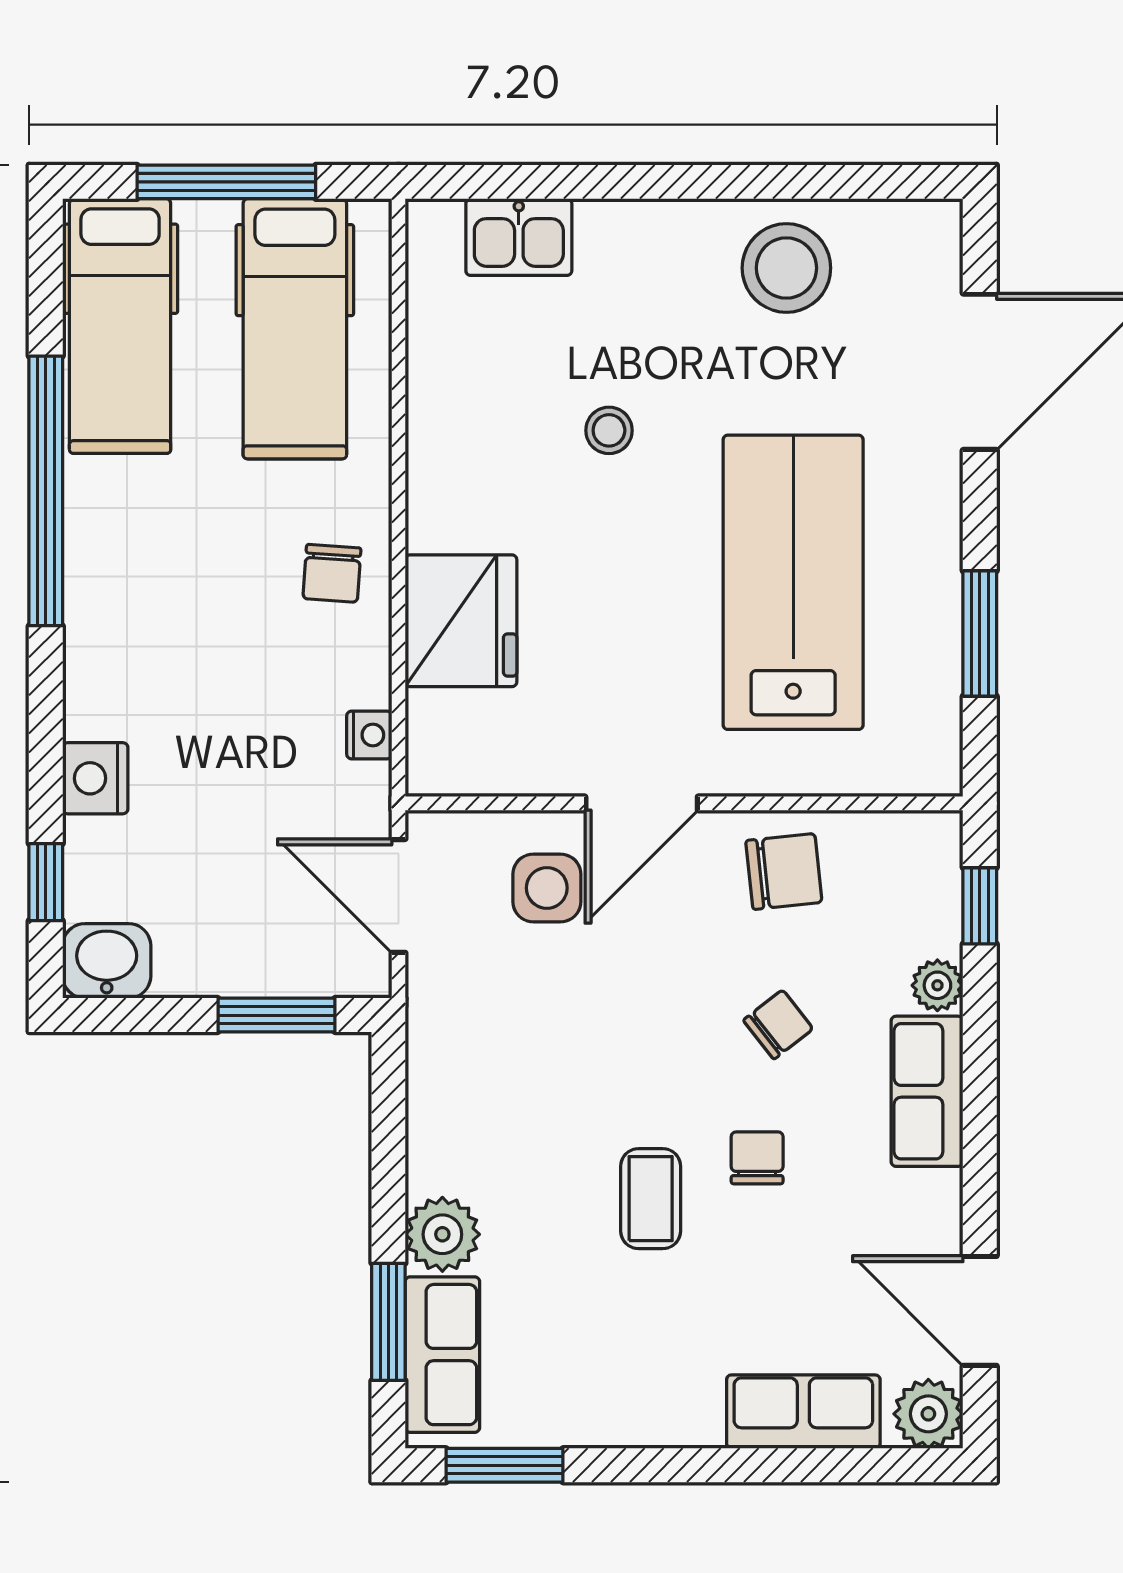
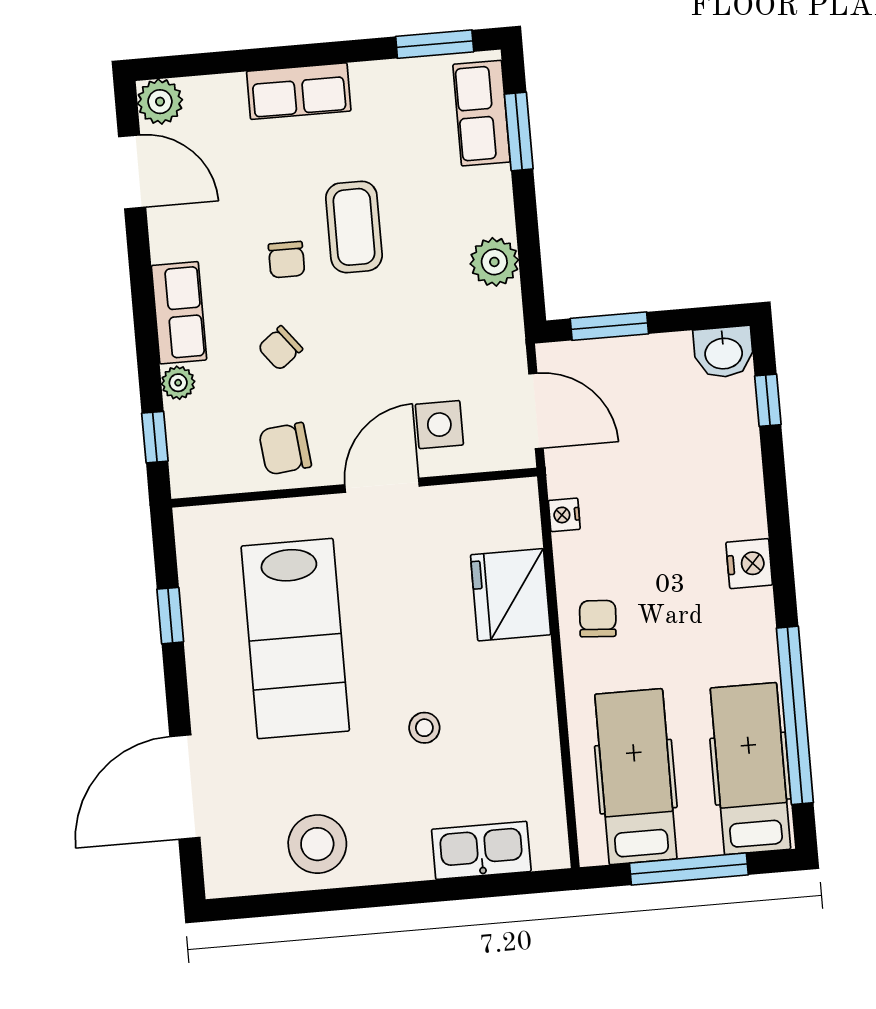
kitchen sink: (519, 237) -> (481, 850), width x1.38
window: (46, 491) -> (795, 715), moved
window: (980, 633) -> (170, 616), width x0.67
nightstand: (95, 778) -> (749, 564), moved
coffee table: (651, 1199) -> (354, 227), width x1.36, depth x1.30
plant: (442, 1234) -> (494, 262), moved
row of seats: (803, 1412) -> (299, 91), moved

